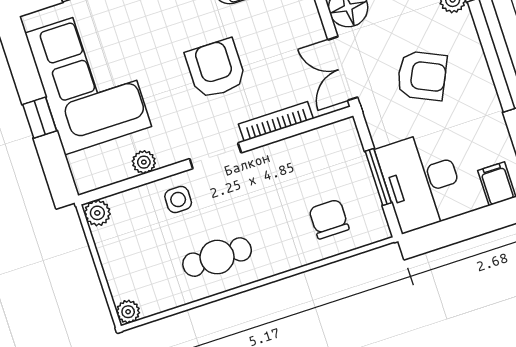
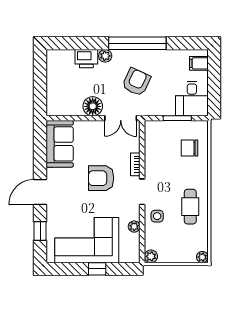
bookcase: (276, 121) -> (135, 164), width x0.64
desk: (421, 181) -> (192, 98), width x0.73

